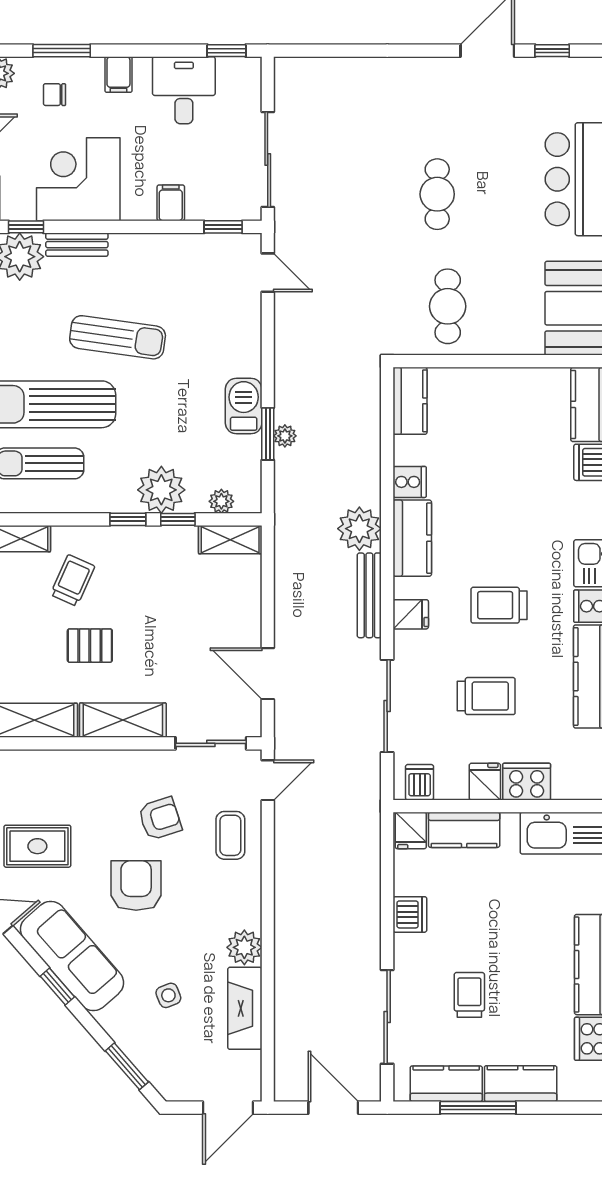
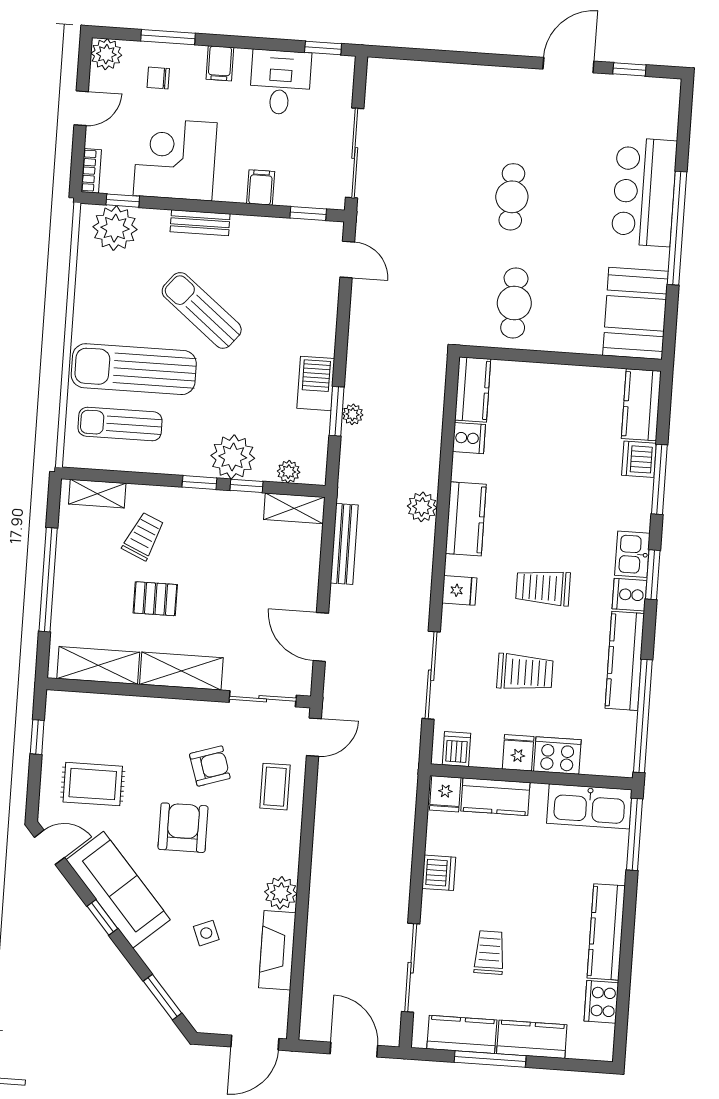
bench: (77, 245) -> (200, 223), moved
sun lounger: (118, 337) -> (202, 310), turned -149
cooker: (410, 482) -> (469, 438), moved
plant: (359, 529) -> (422, 507), width x0.73, depth x0.73
bench: (369, 595) -> (344, 544), moved

